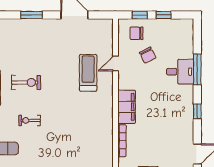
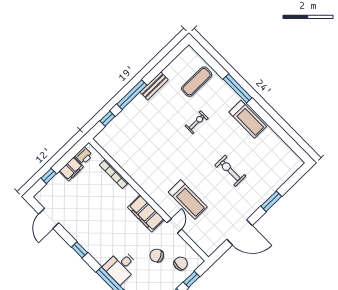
exercise bike: (26, 83) -> (230, 171), moved, turned 90
filing cabinet: (127, 107) -> (146, 213), moved

